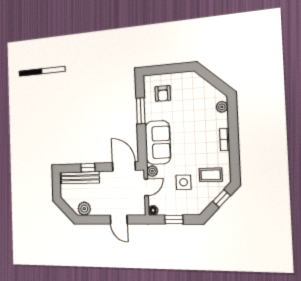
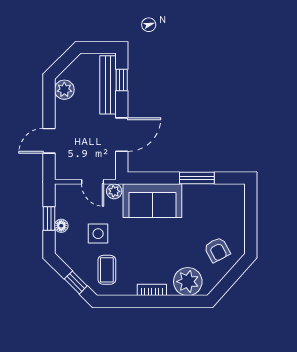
armchair: (163, 93) -> (217, 250), moved, turned -118
plant: (222, 107) -> (188, 282), width x1.88, depth x1.88
door: (124, 166) -> (122, 135), moved
window: (88, 168) -> (122, 80), moved
floor lamp: (153, 210) -> (61, 226), moved

